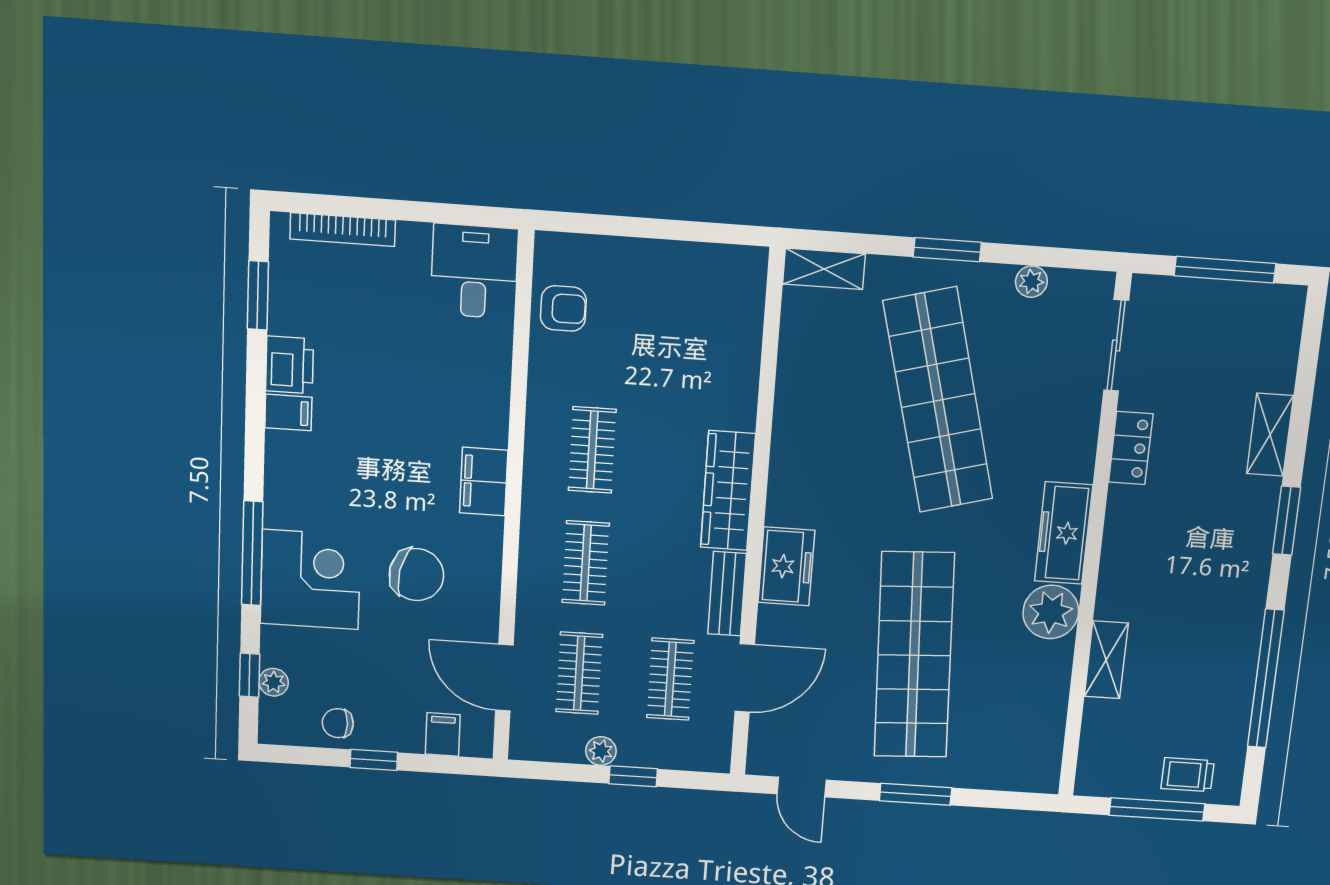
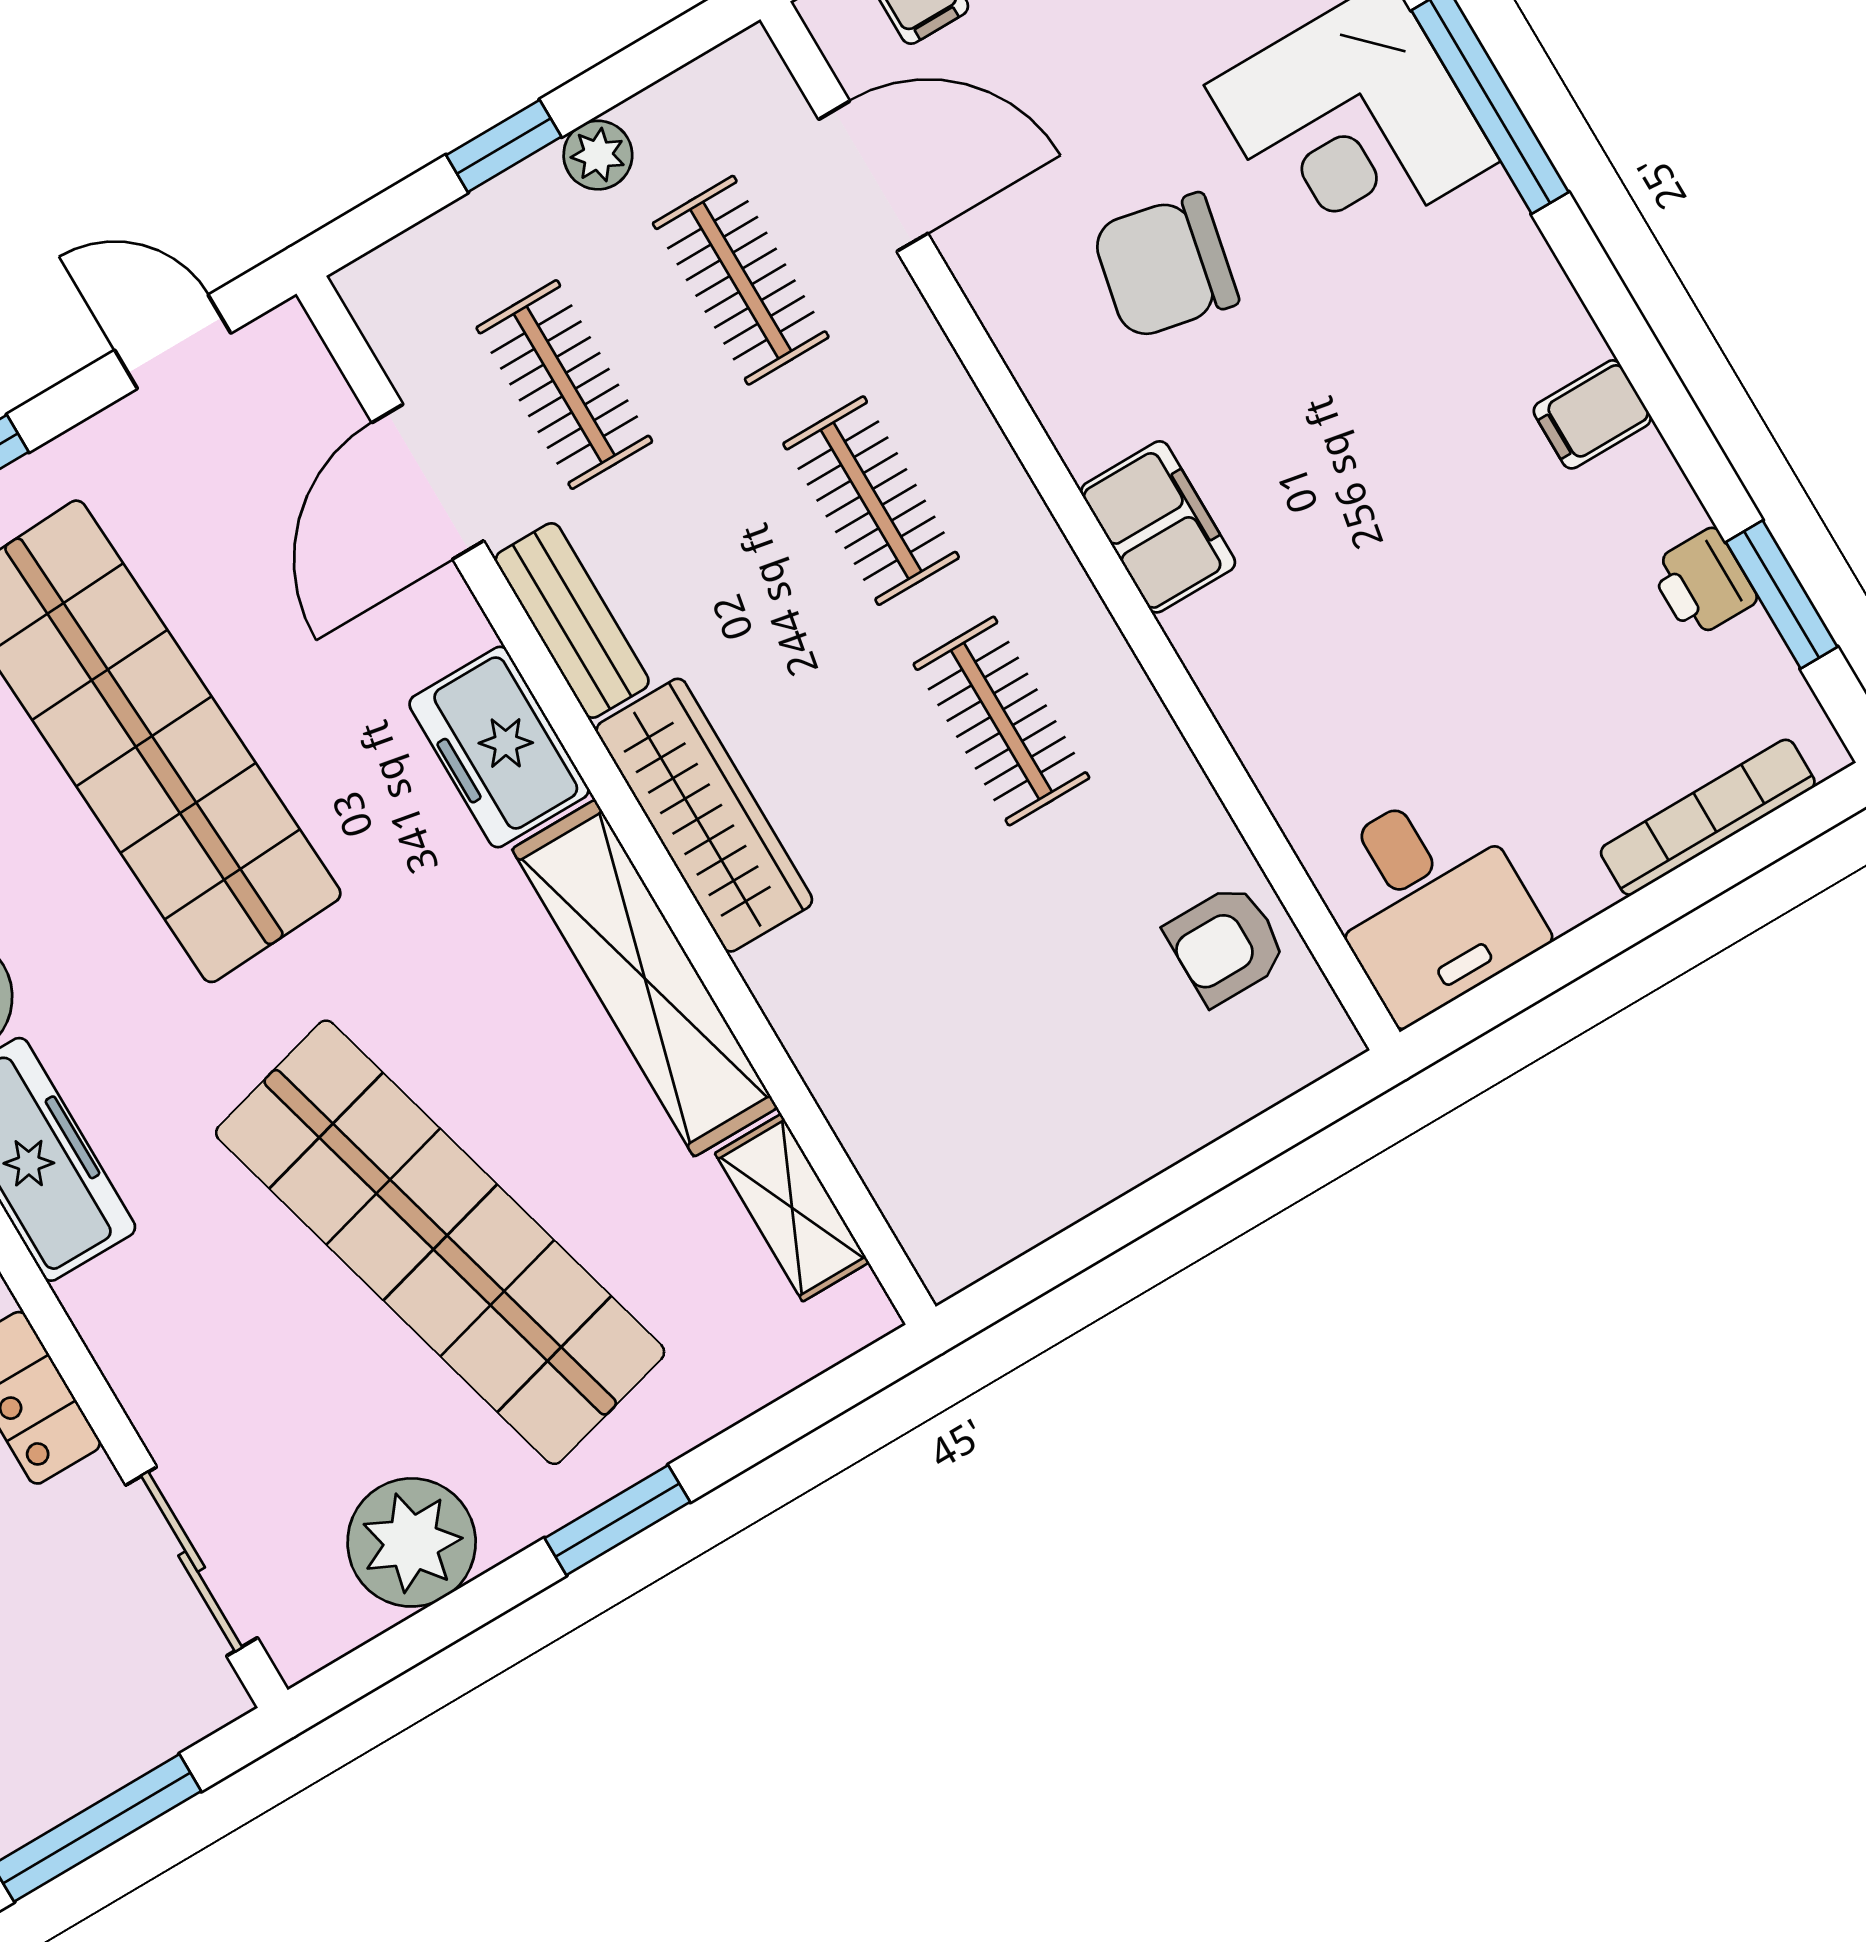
shelving: (824, 269) -> (792, 1208), moved, turned 90
plant: (1031, 282) -> (412, 1542), width x1.88, depth x1.88
printer: (290, 365) -> (1703, 583), moved, width x0.73, depth x0.81
shelving: (792, 446) -> (645, 978), added

